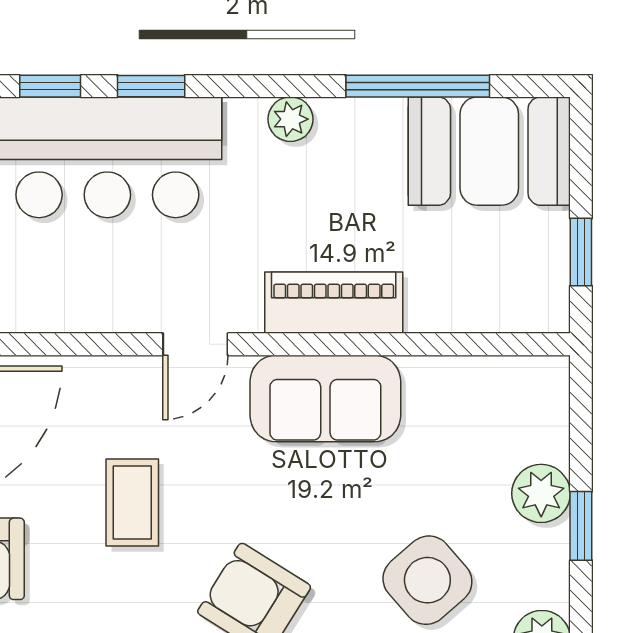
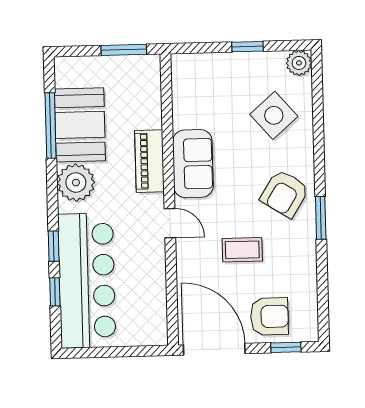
plant: (290, 119) -> (76, 183), width x1.87, depth x1.87
booth: (489, 151) -> (80, 125), moved
window: (581, 252) -> (124, 50), width x1.50
plant: (541, 493) -> (233, 65), removed

